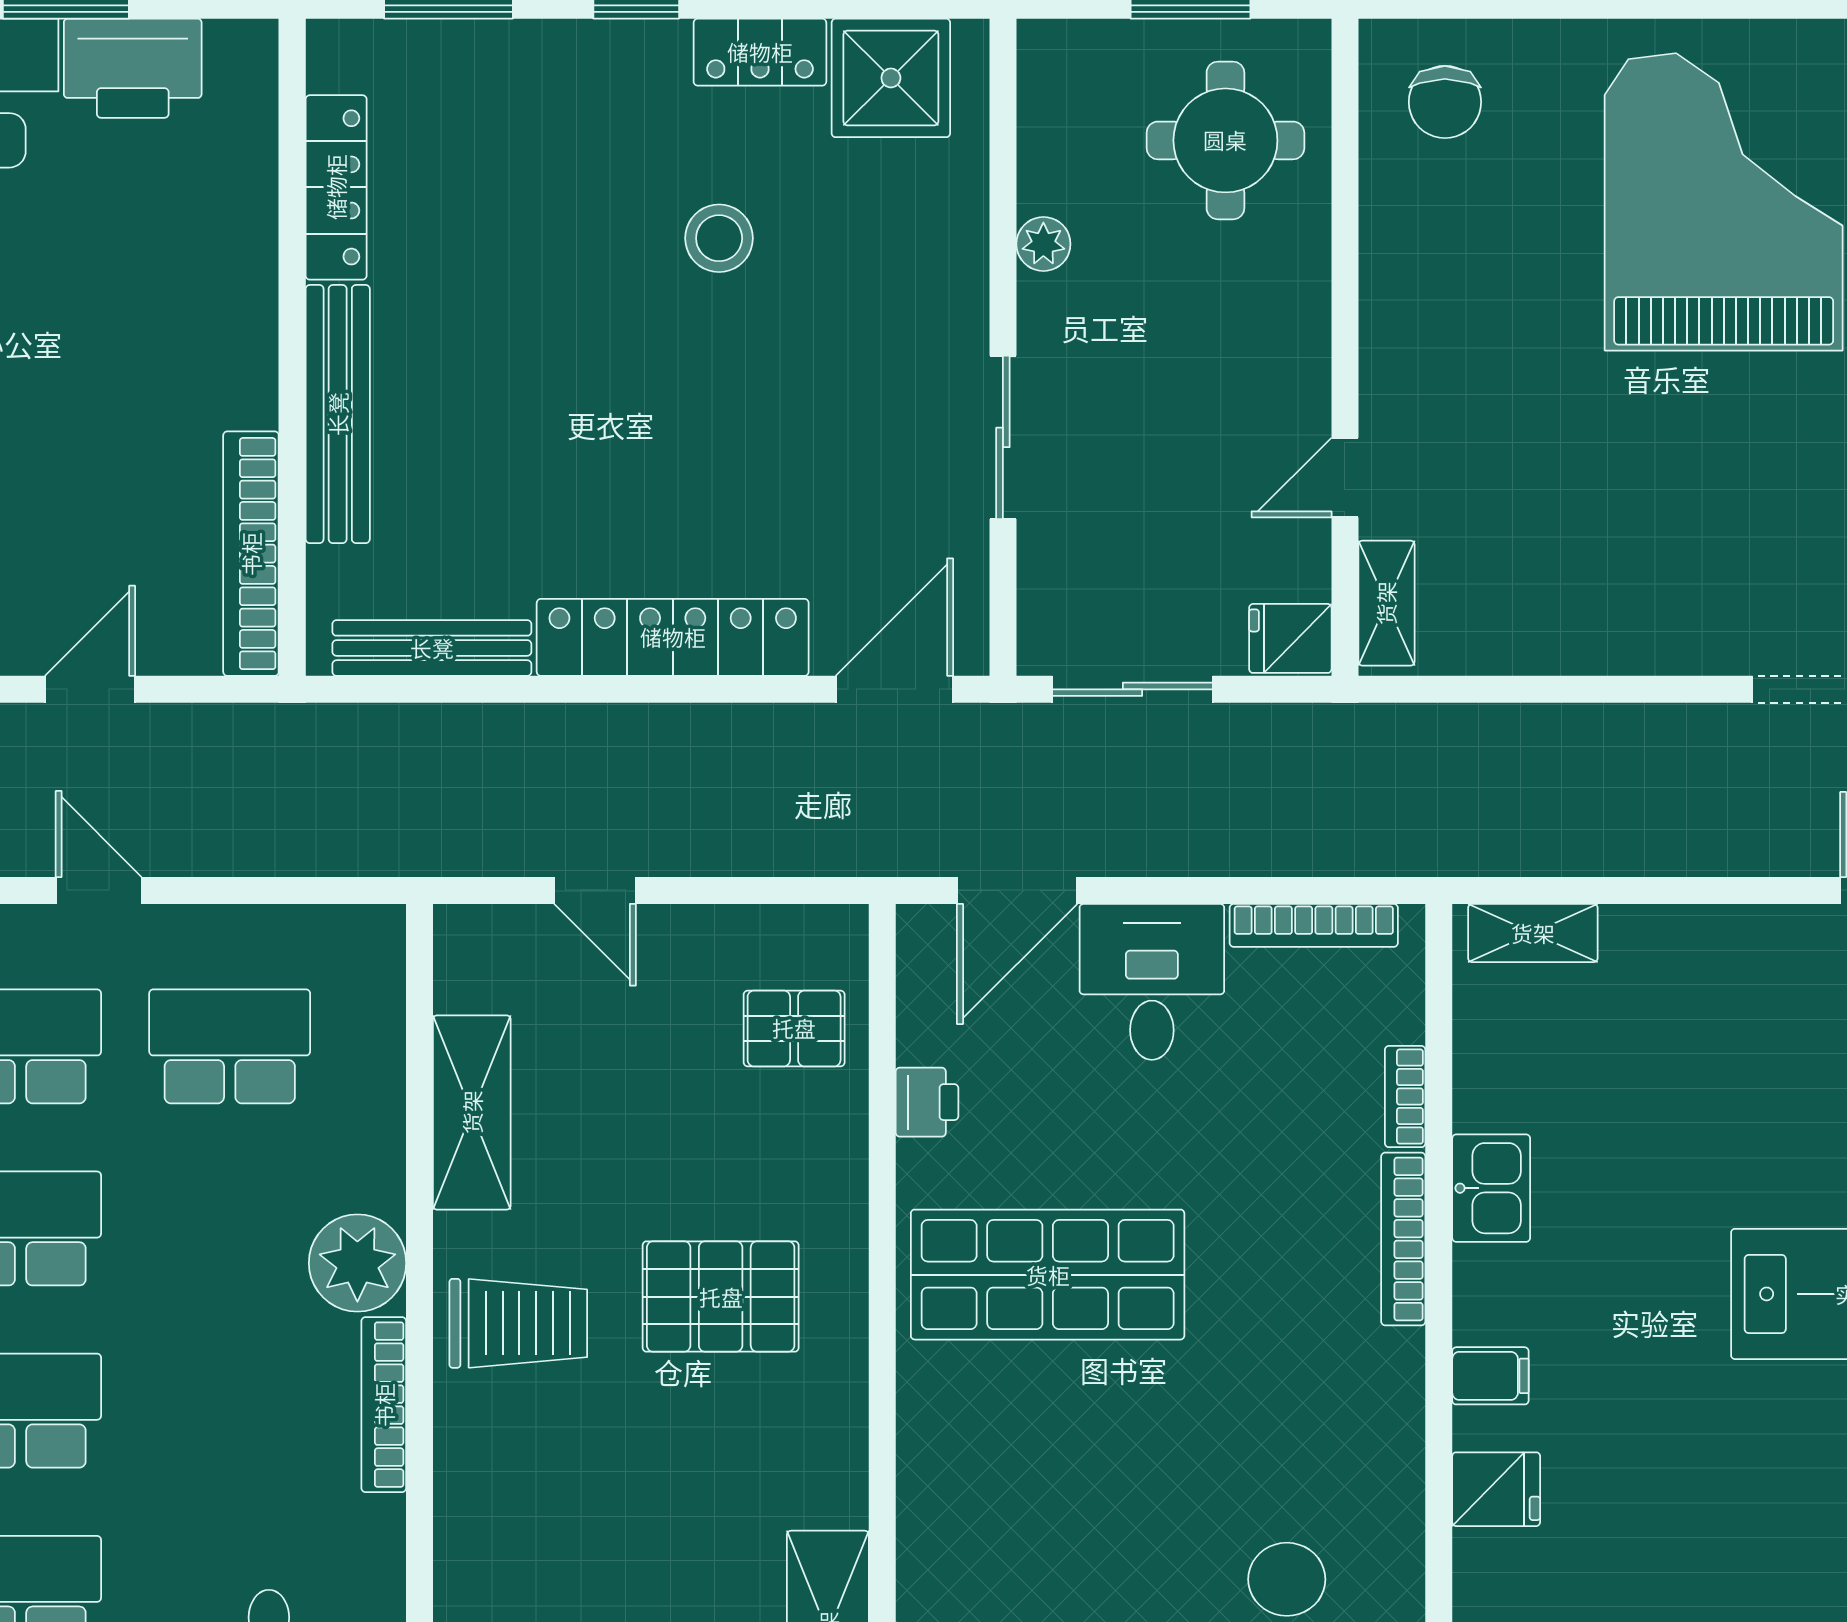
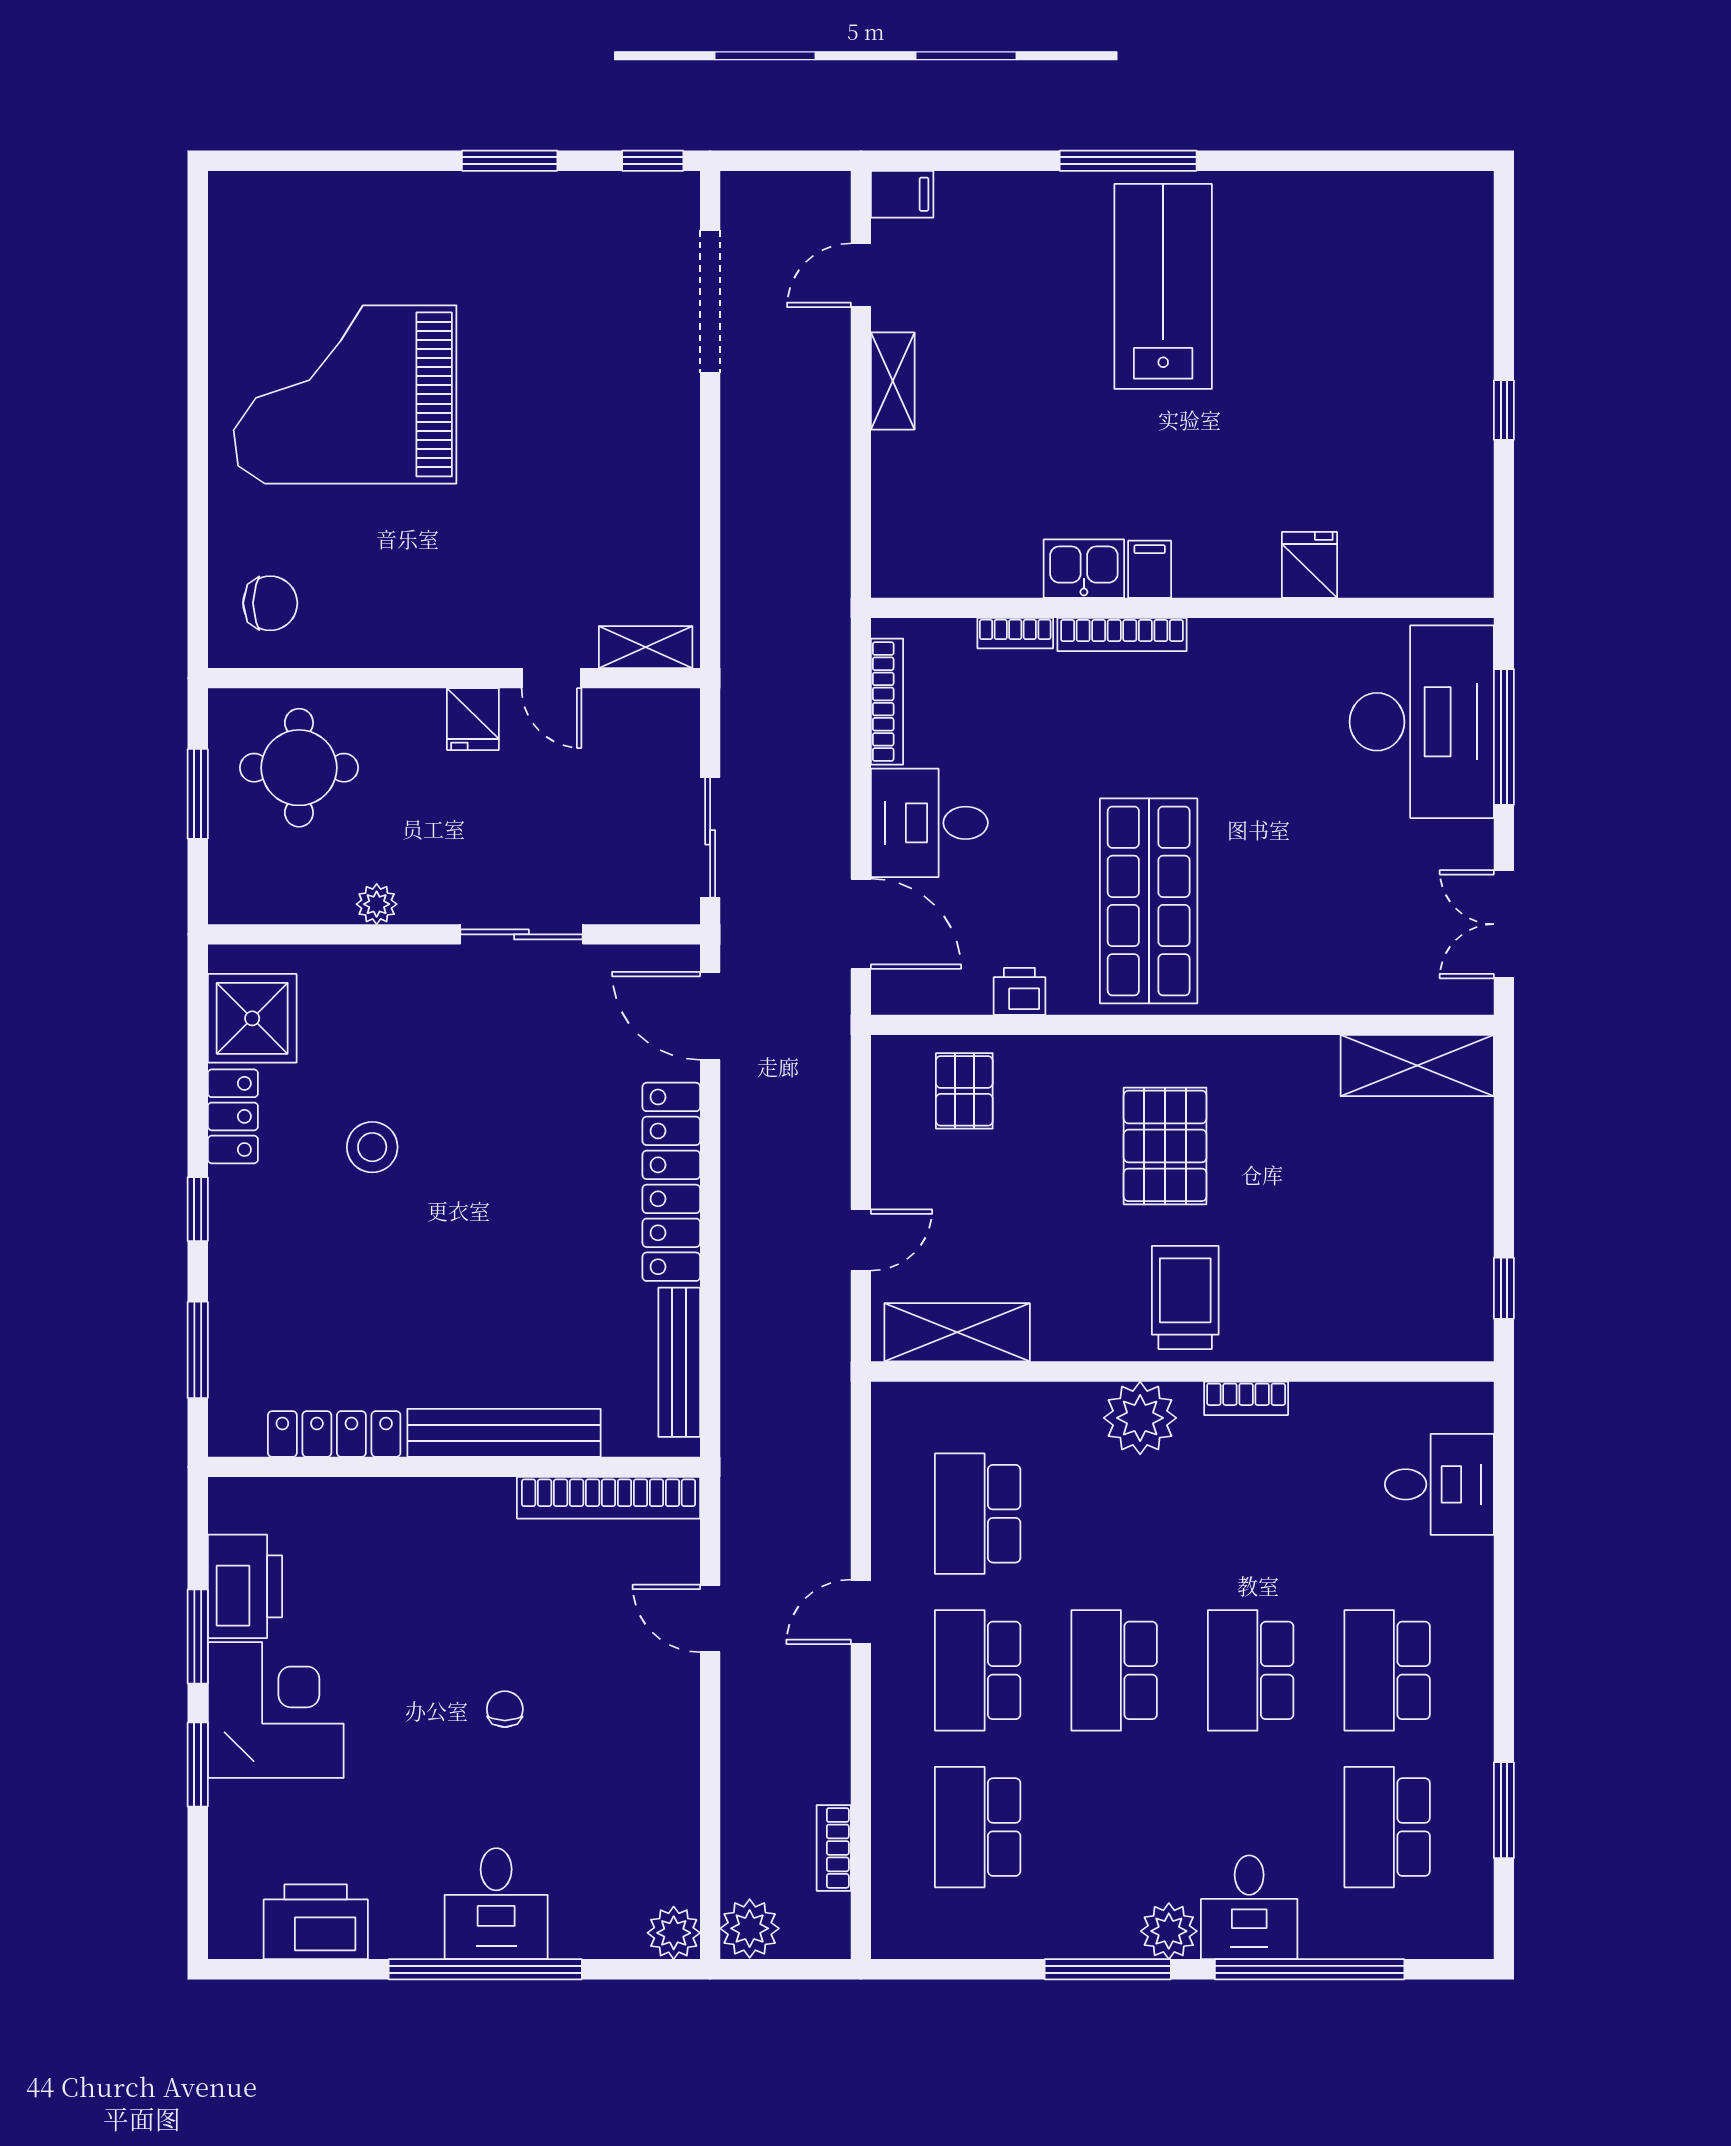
fridge: (1290, 638) -> (473, 719), moved
shelving: (1533, 933) -> (893, 381), moved
shelving: (472, 1112) -> (957, 1332), moved
filing cabinet: (1490, 1376) -> (1150, 569), moved
bookcase: (384, 1405) -> (1246, 1398), width x0.64

